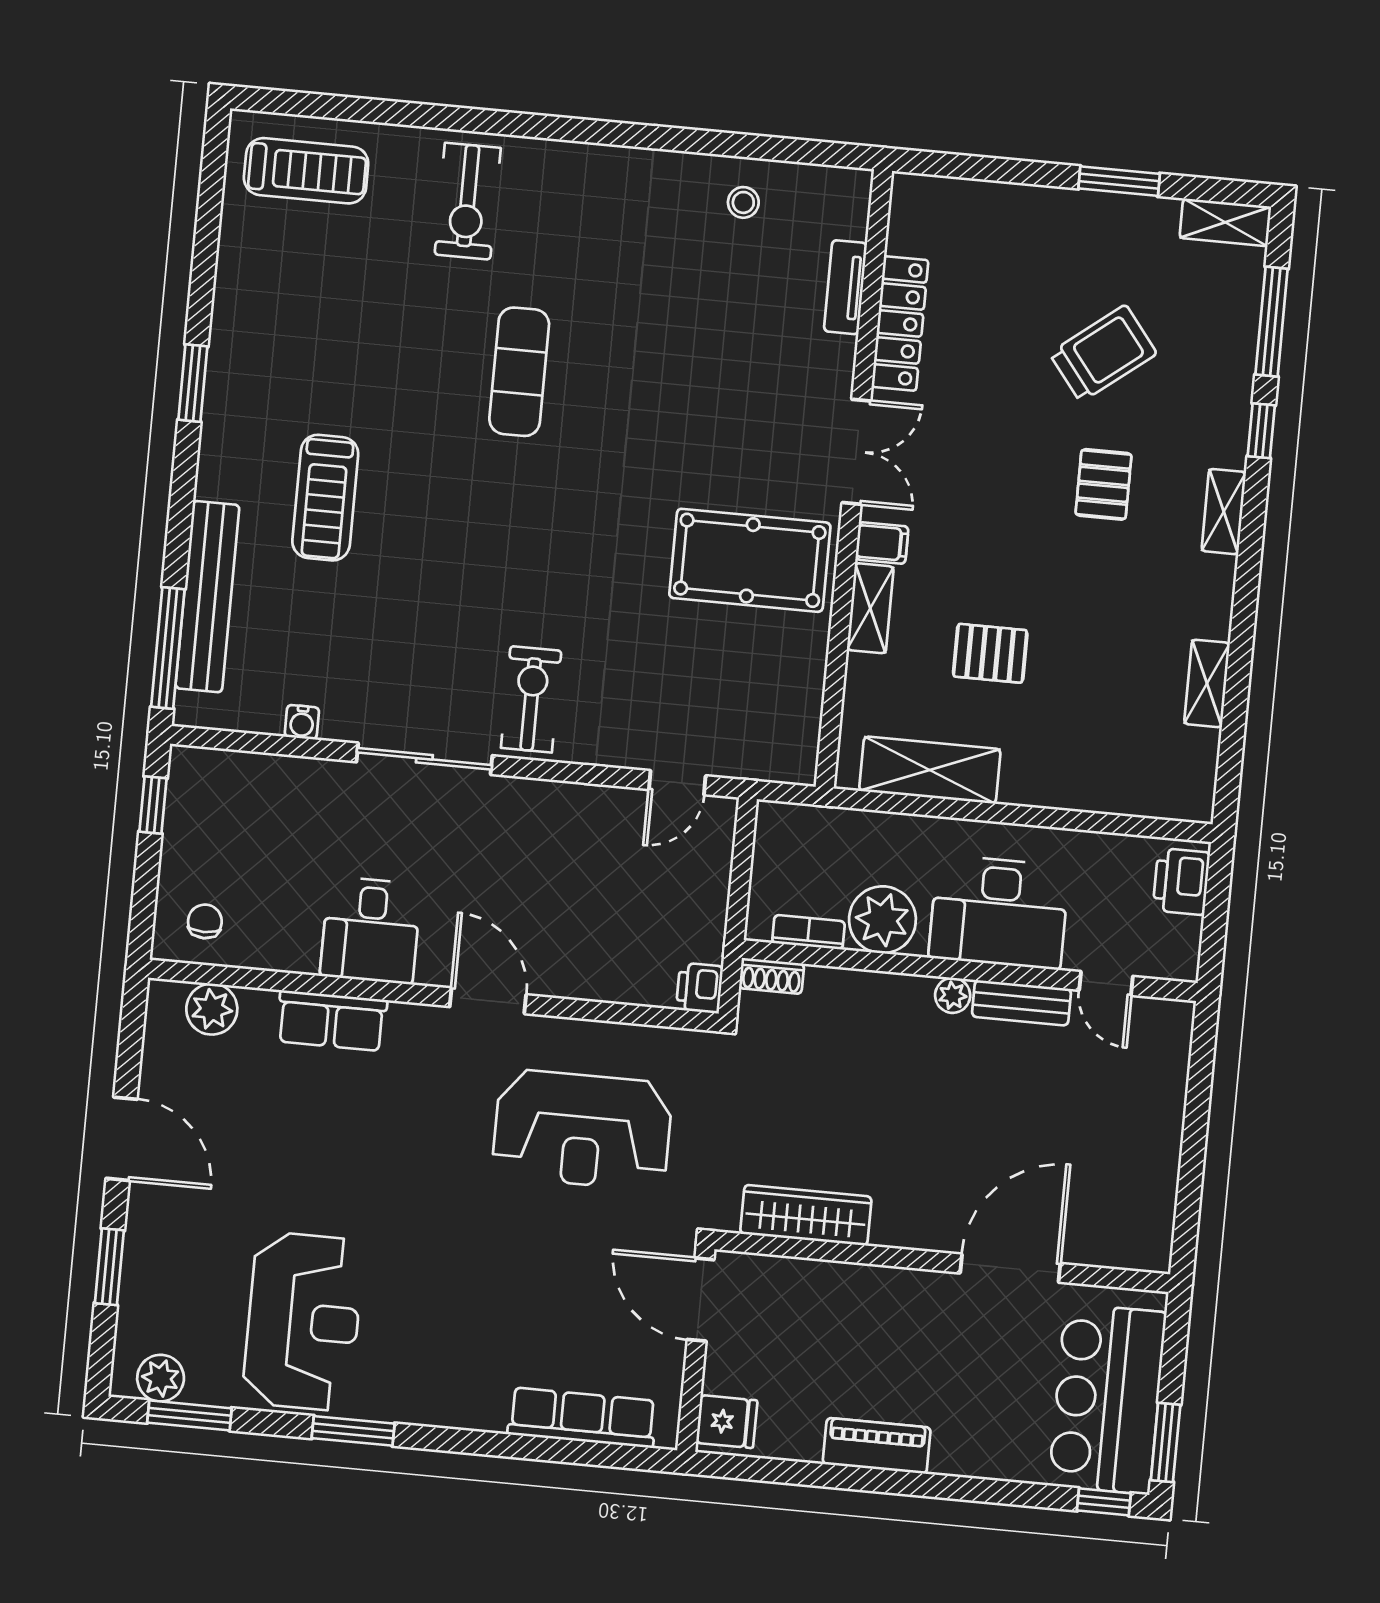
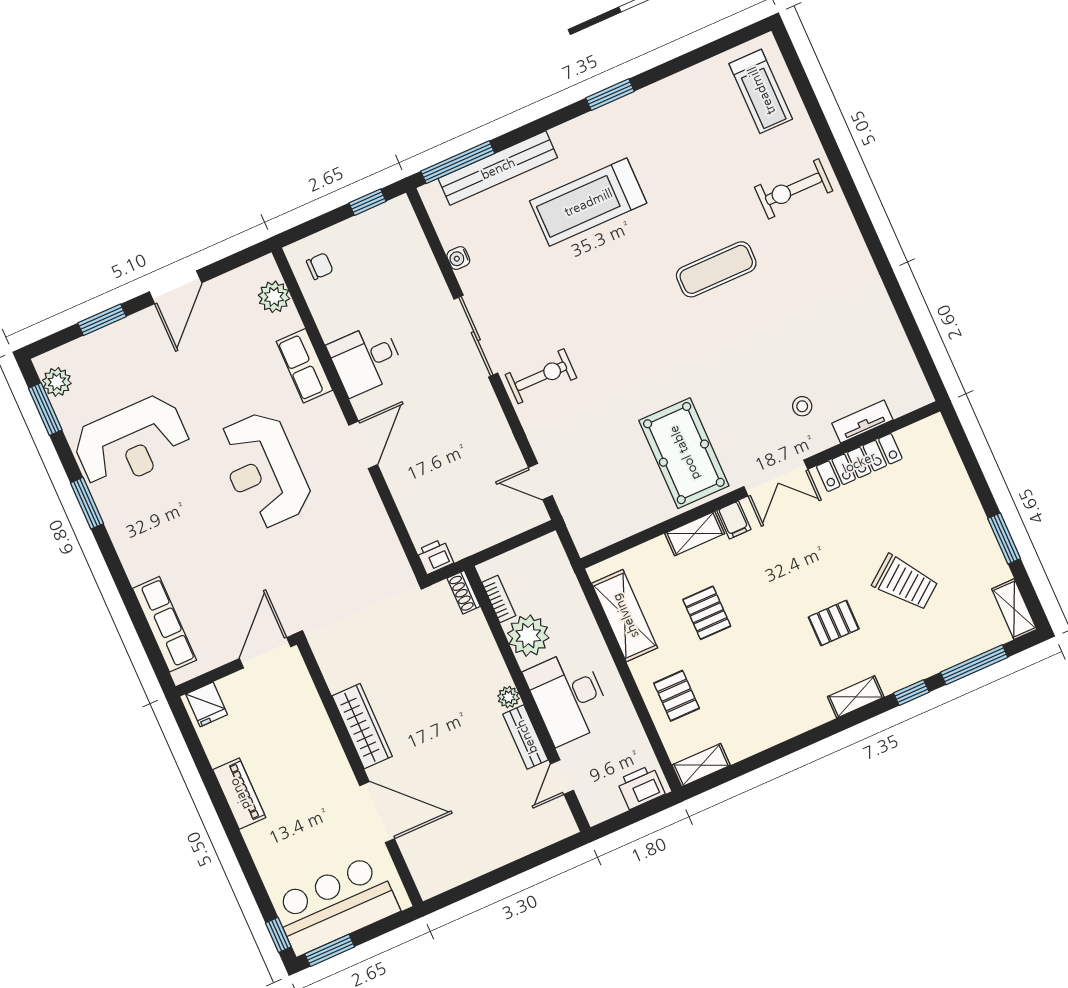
stool: (743, 202) -> (802, 406), moved
treadmill: (325, 498) -> (588, 202), width x1.37, depth x1.38
shelving: (1207, 683) -> (701, 765), moved
pallet: (1082, 760) -> (677, 696), added
reception desk: (582, 1130) -> (264, 470), moved
wardrobe: (806, 1215) -> (362, 726), moved

